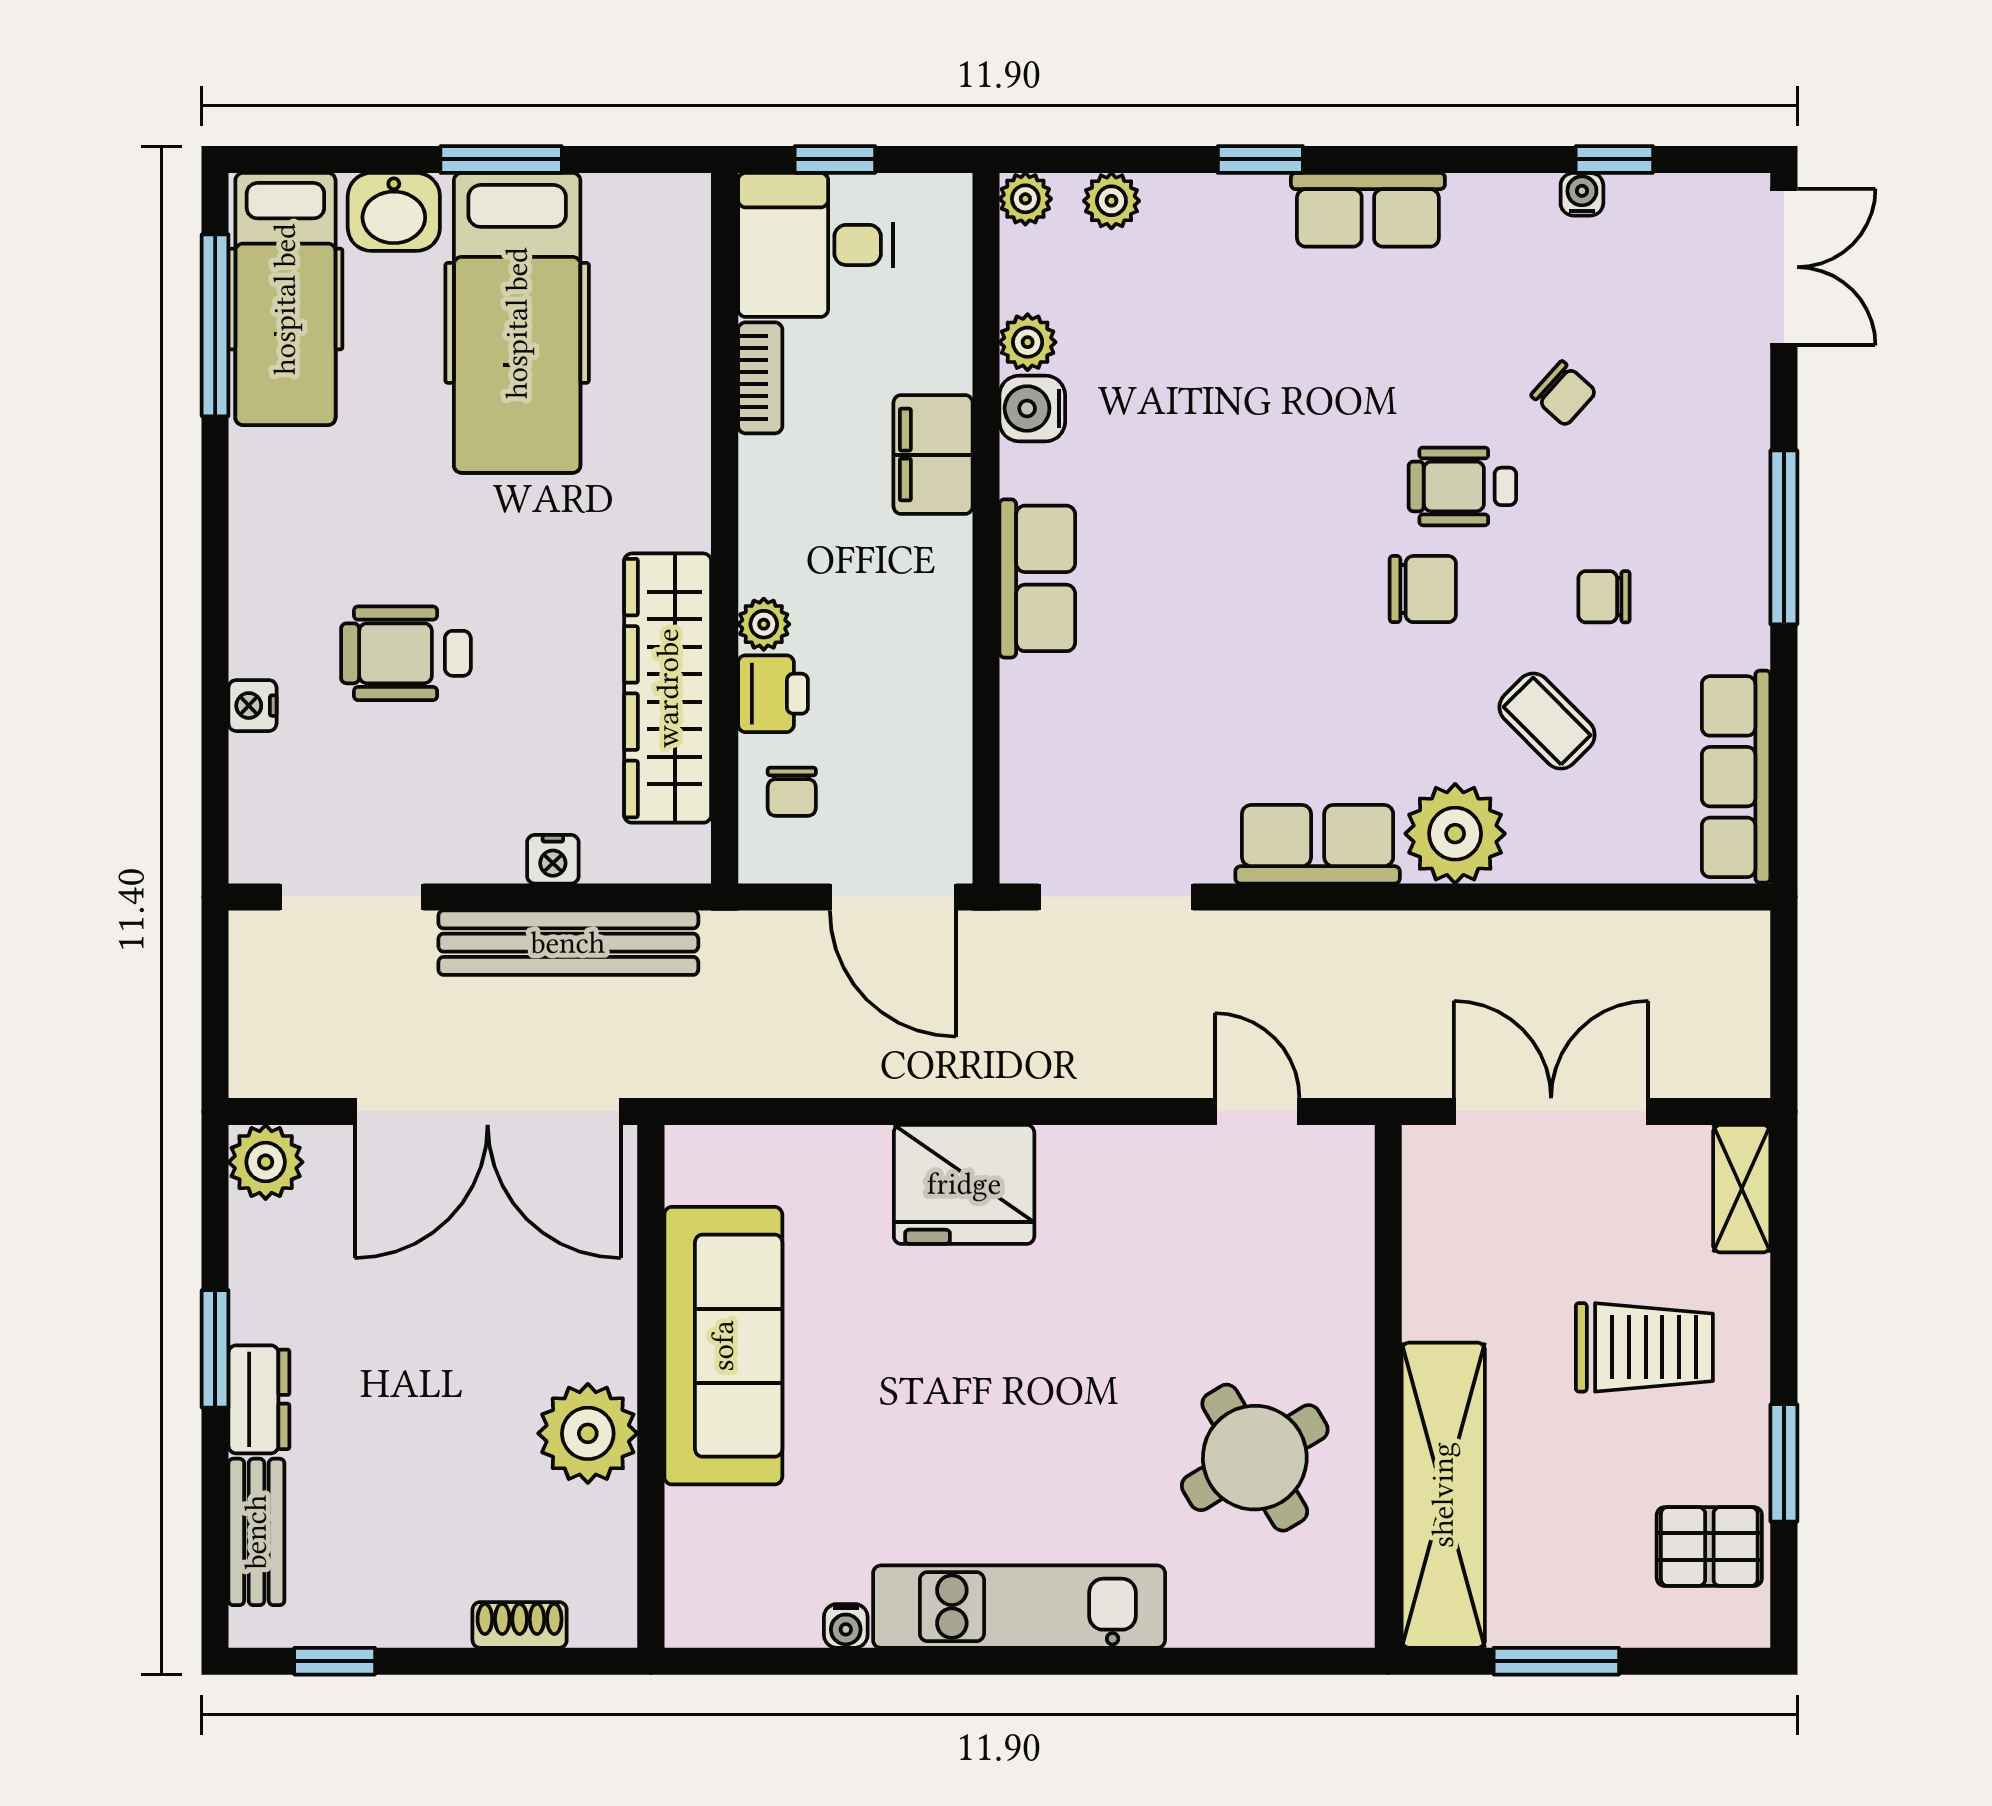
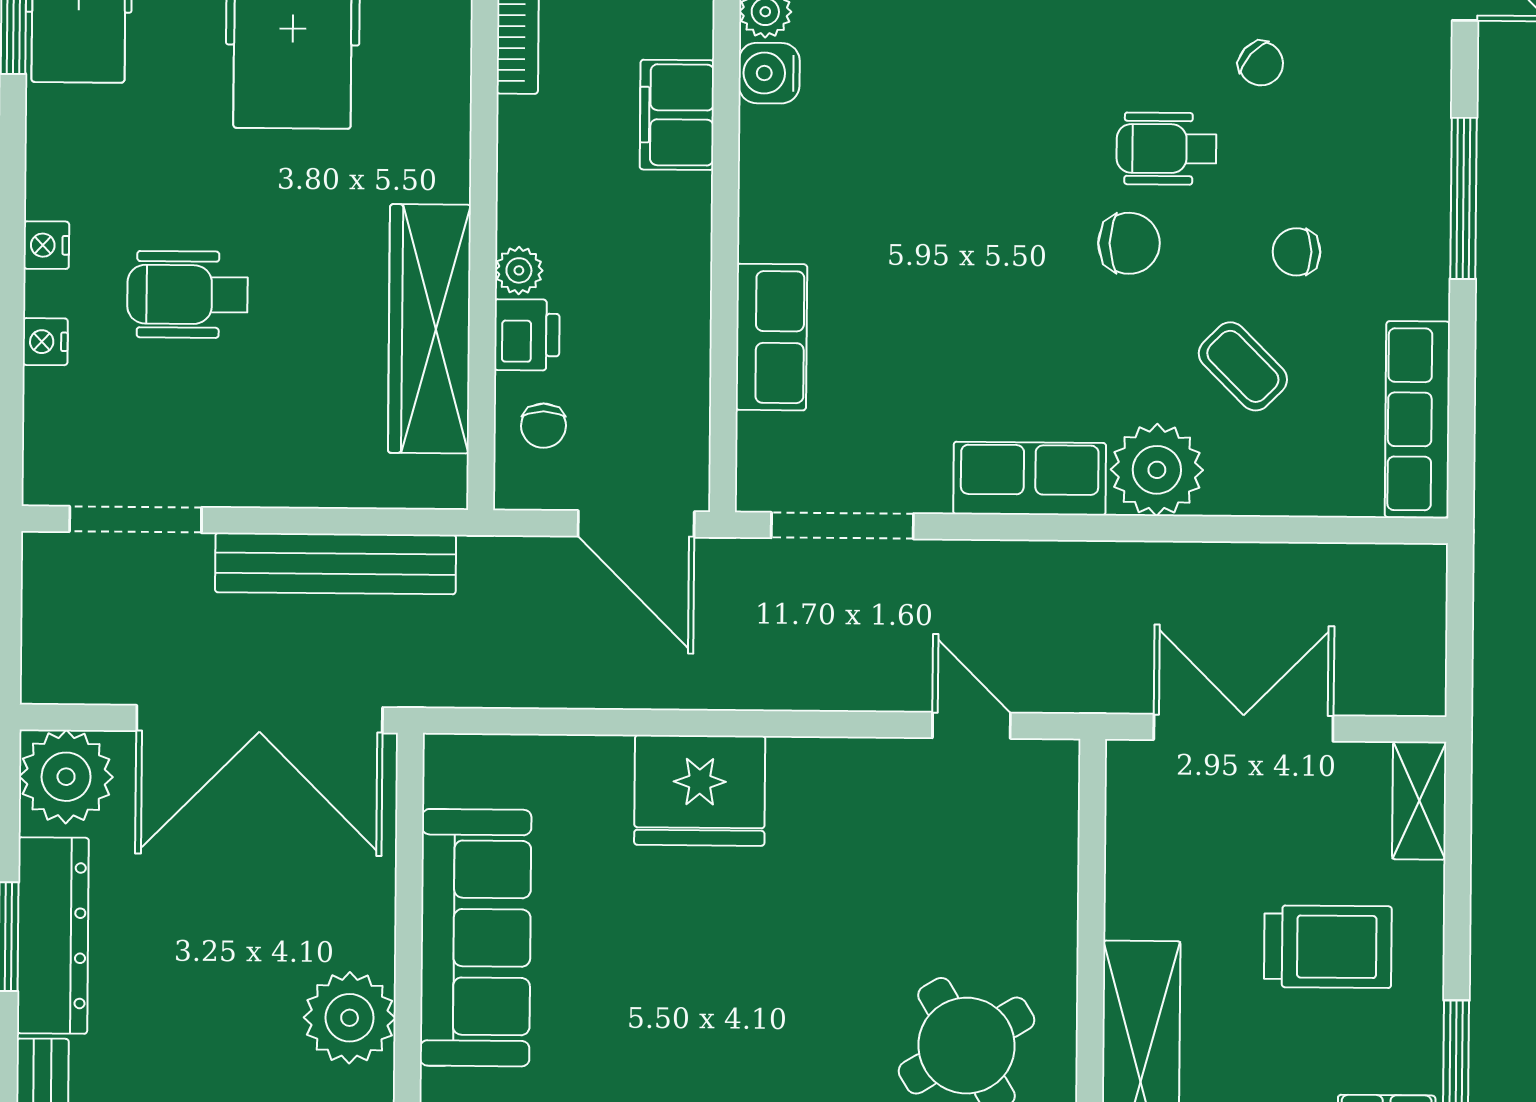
row of seats: (1037, 578) -> (771, 337), moved
nightstand: (553, 859) -> (46, 245), moved, turned 90
plant: (266, 1162) -> (66, 777), width x1.36, depth x1.36
dresser: (259, 1399) -> (53, 936), width x1.96, depth x1.24

